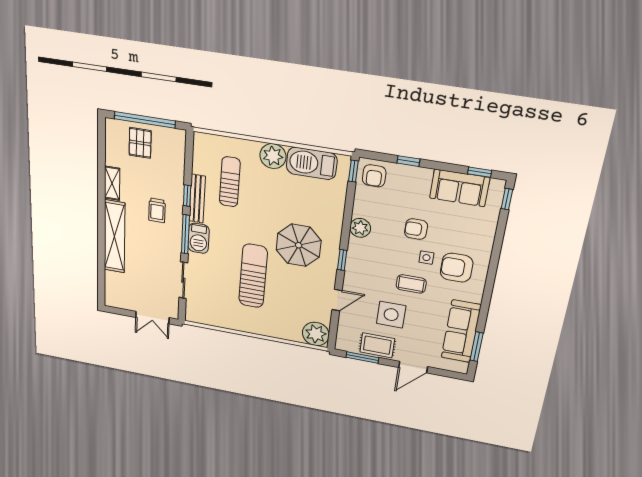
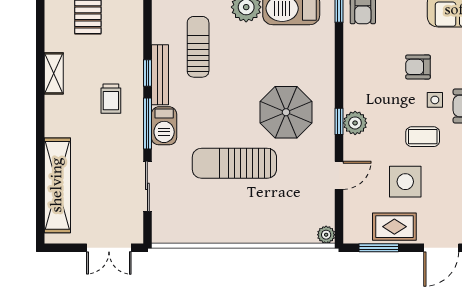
plant: (360, 228) -> (355, 123), moved
shelving: (114, 237) -> (57, 185), moved
sun lounger: (253, 276) -> (234, 163), turned -90
plant: (316, 334) -> (326, 235), width x0.53, depth x0.53

